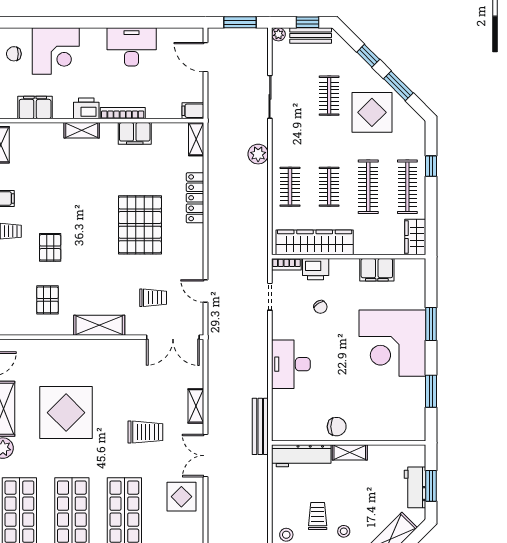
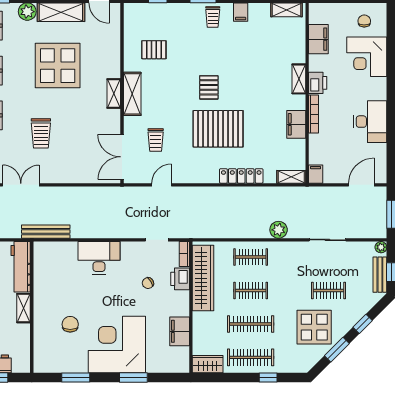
pallet: (50, 247) -> (209, 87), moved, turned 90
shelving: (196, 406) -> (114, 94), moved, turned 90
chair: (337, 427) -> (70, 324), moved, turned 180

